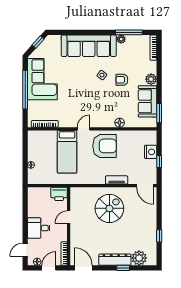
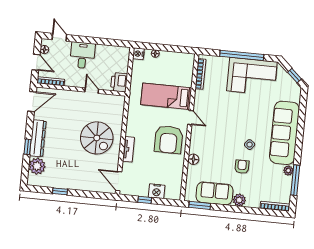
nightstand: (33, 180) -> (138, 54), added
door: (145, 186) -> (119, 181), hinge flipped

